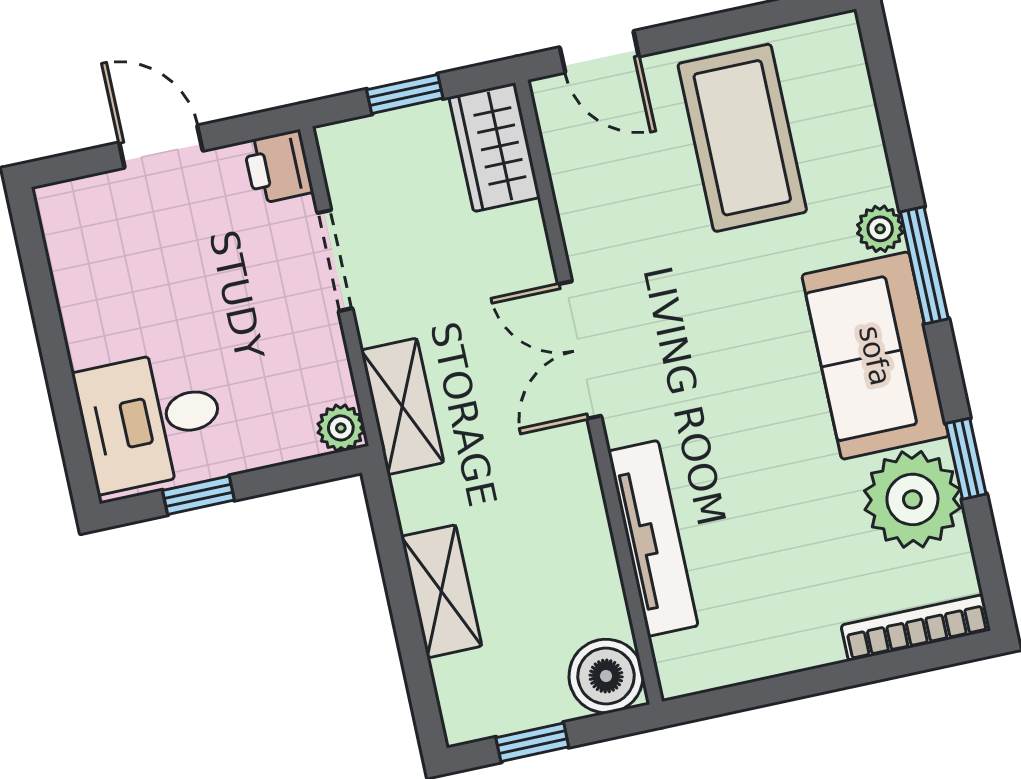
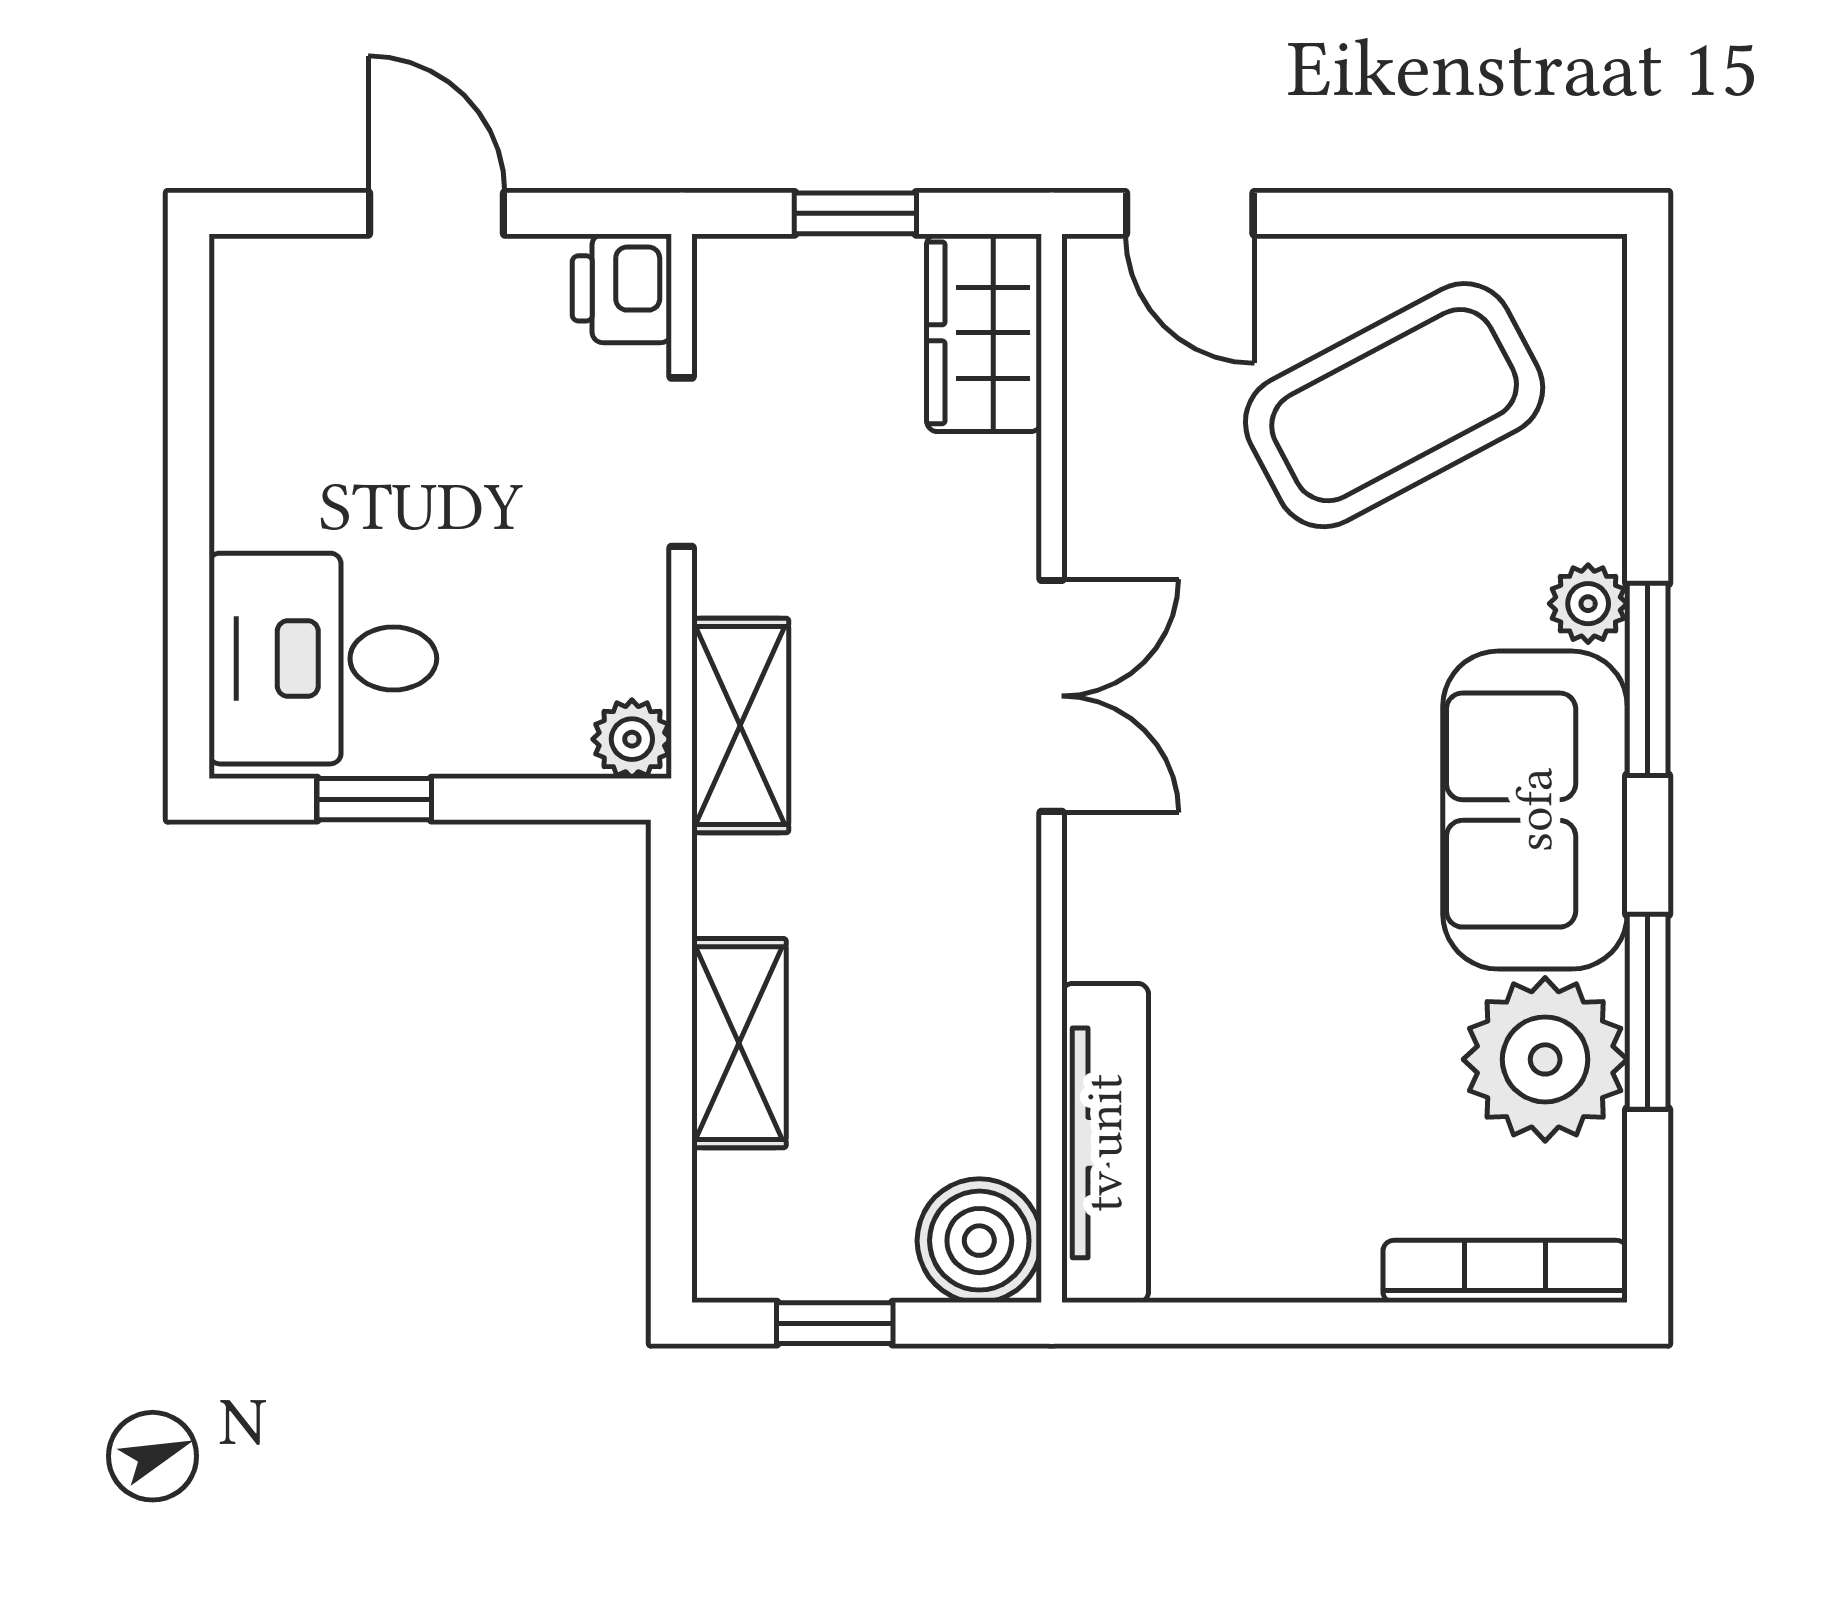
coffee table: (742, 138) -> (1394, 405), turned 62
double door: (580, 350) -> (1052, 696), swing flipped
window: (966, 459) -> (1648, 1012), width x1.50
tv unit: (653, 538) -> (1105, 1143), moved

